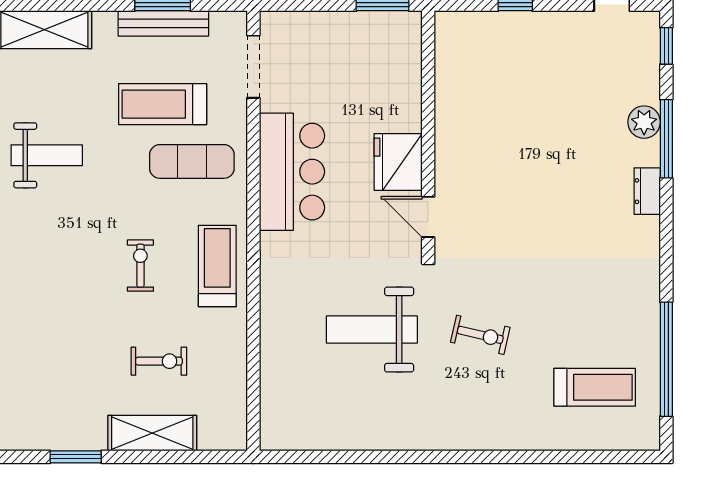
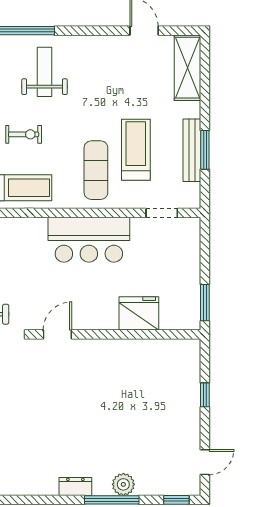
doorway: (253, 67) -> (162, 213), width x0.73
weight bench: (47, 155) -> (45, 72), moved, turned 180
fridge: (398, 162) -> (139, 313), moved

